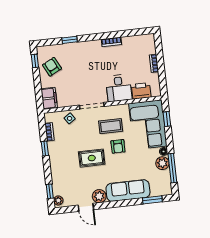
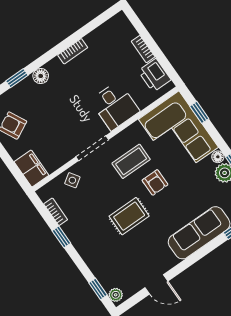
floor lamp: (84, 46) -> (41, 76), added
printer: (141, 91) -> (155, 75), moved, turned -90
plant: (99, 196) -> (166, 260), removed

